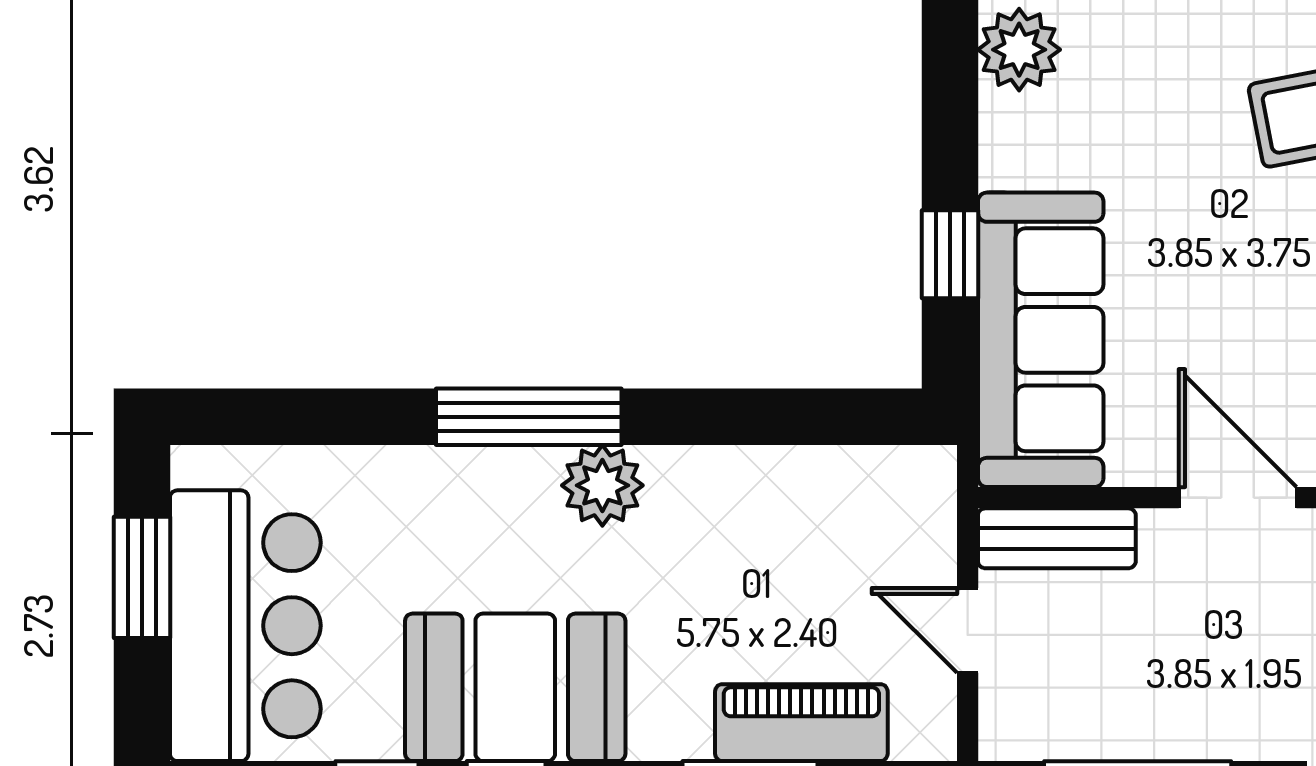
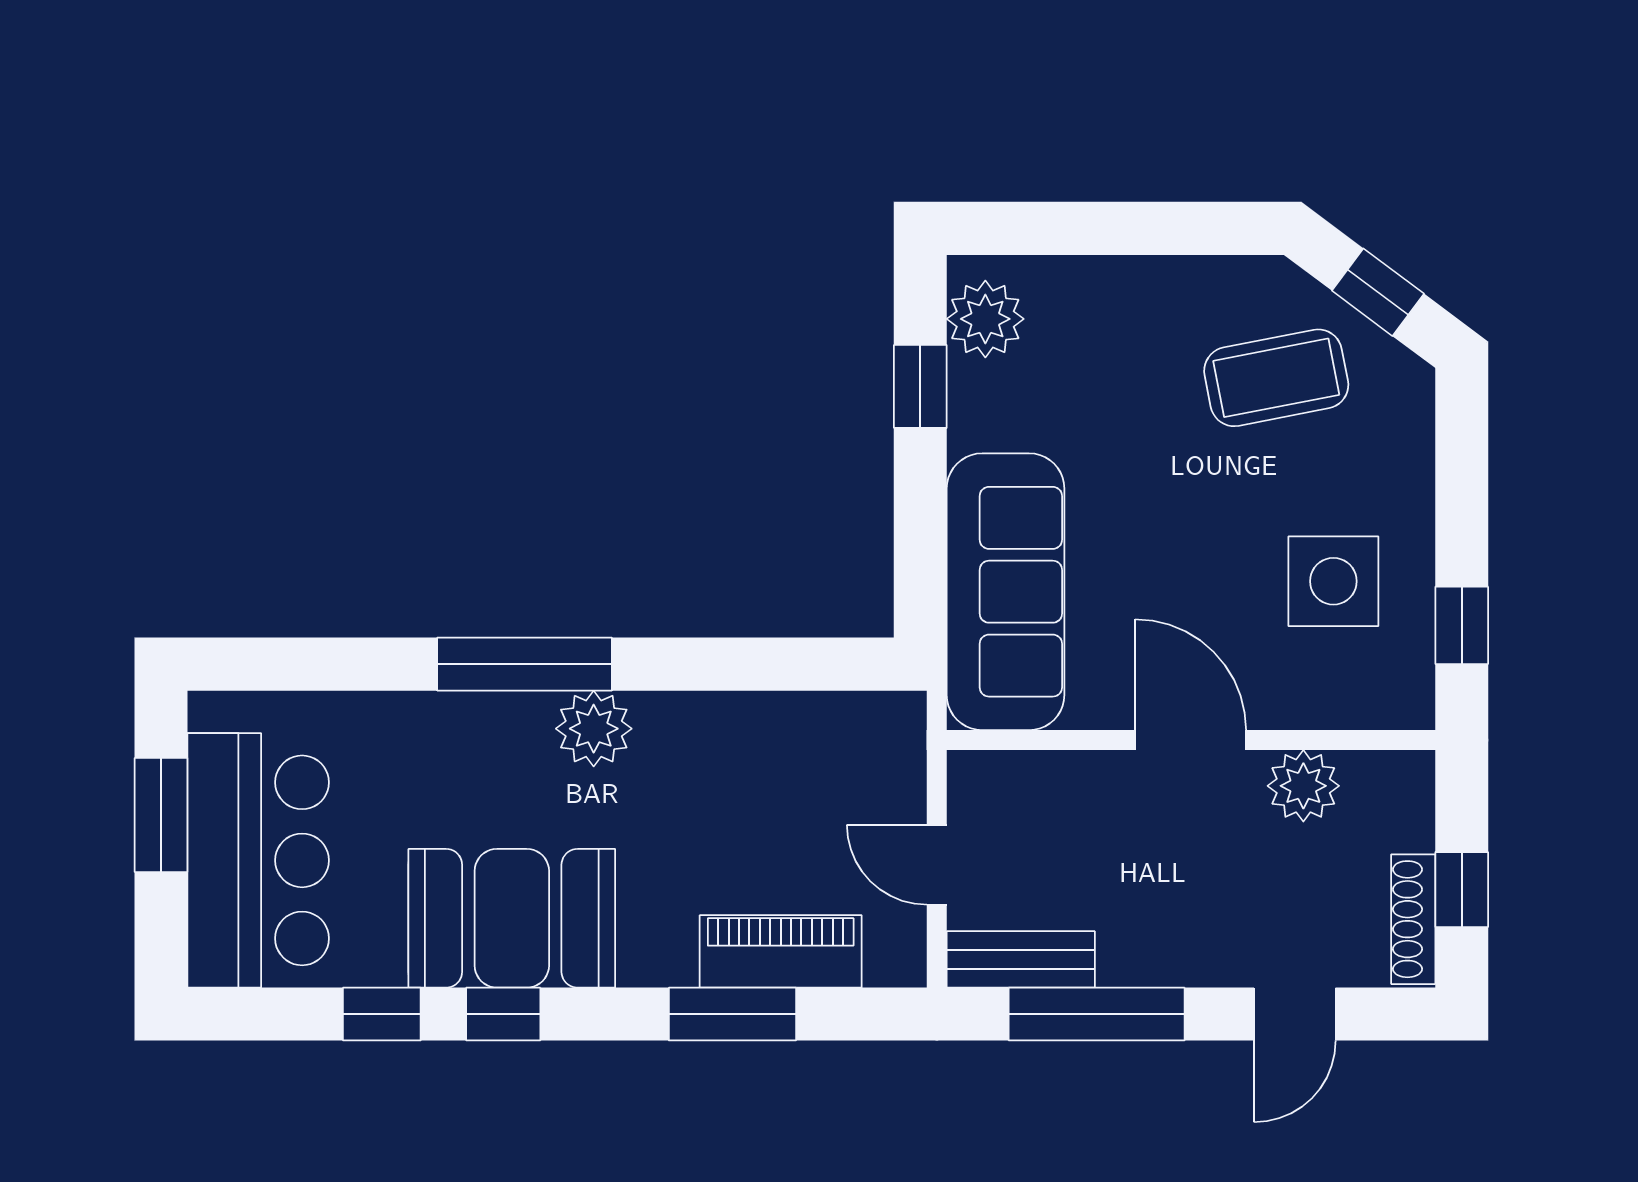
window: (950, 254) -> (920, 386), moved
bench: (1057, 538) -> (1021, 959), moved

